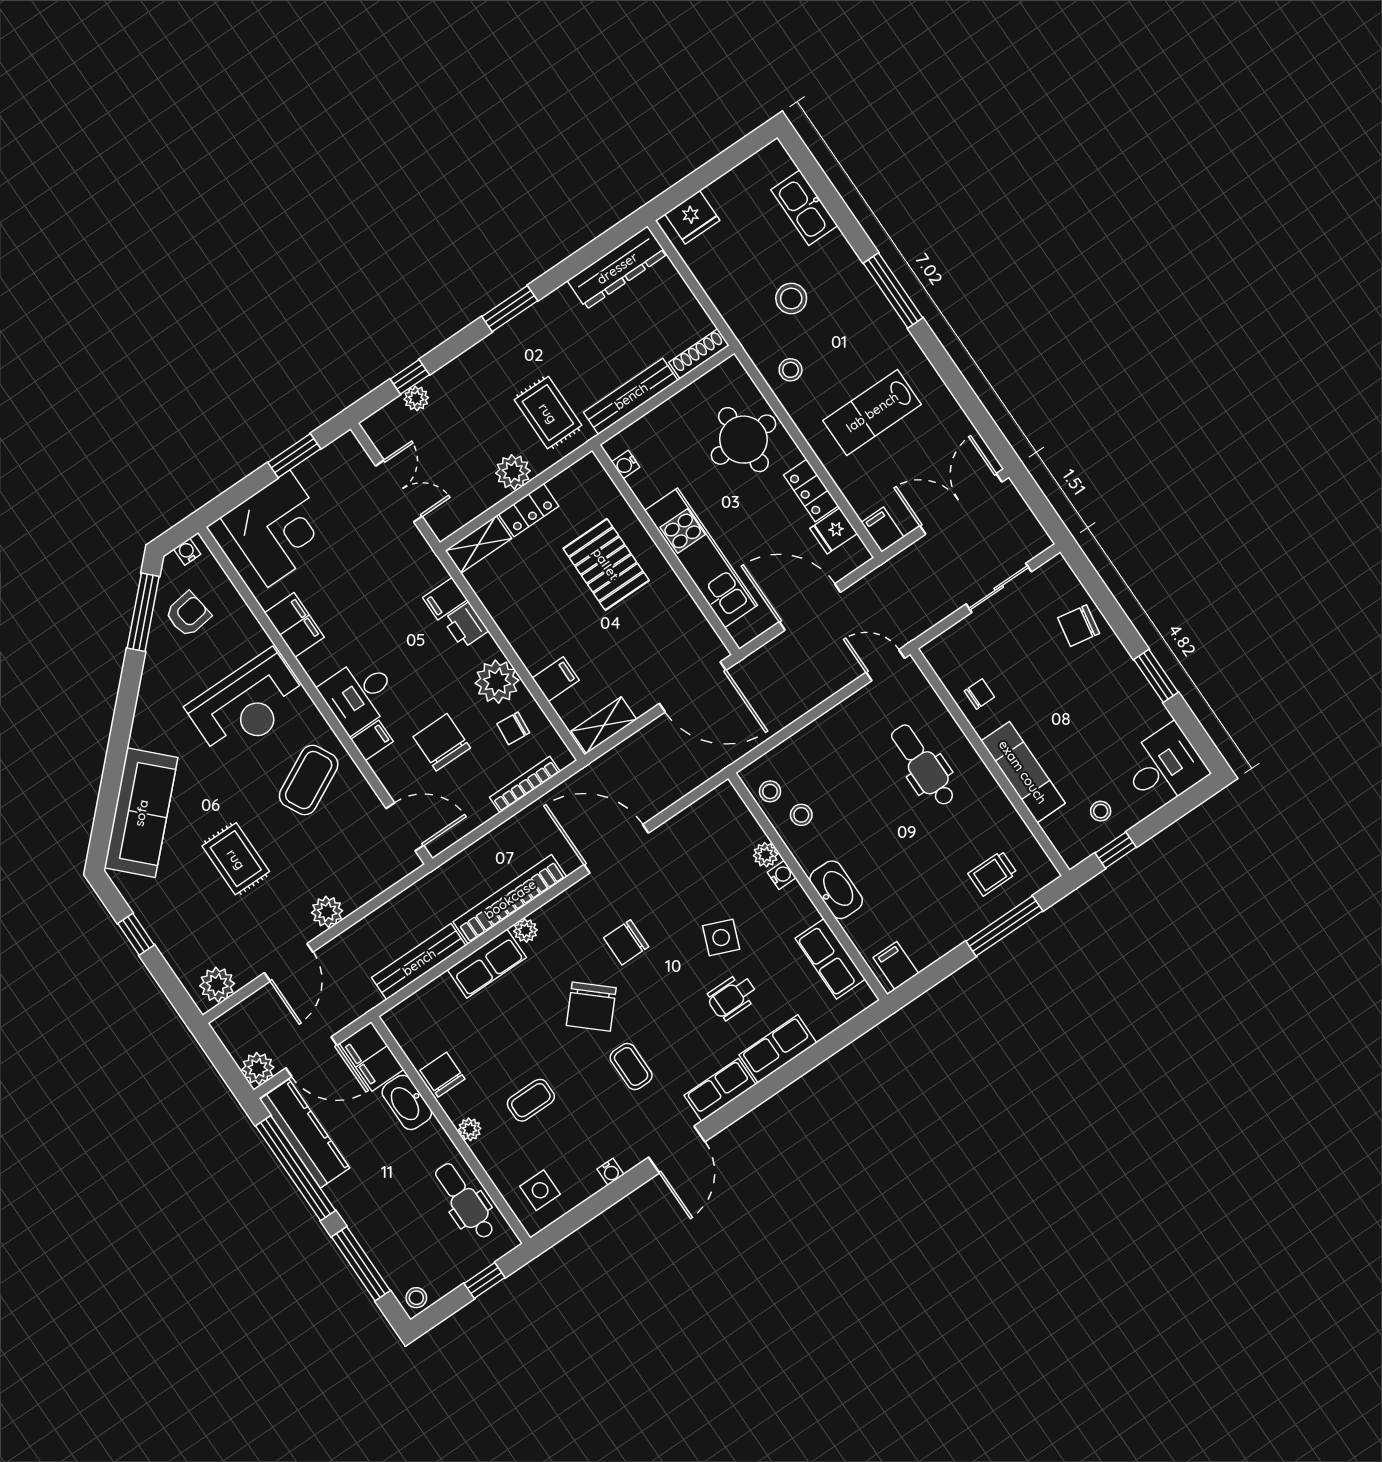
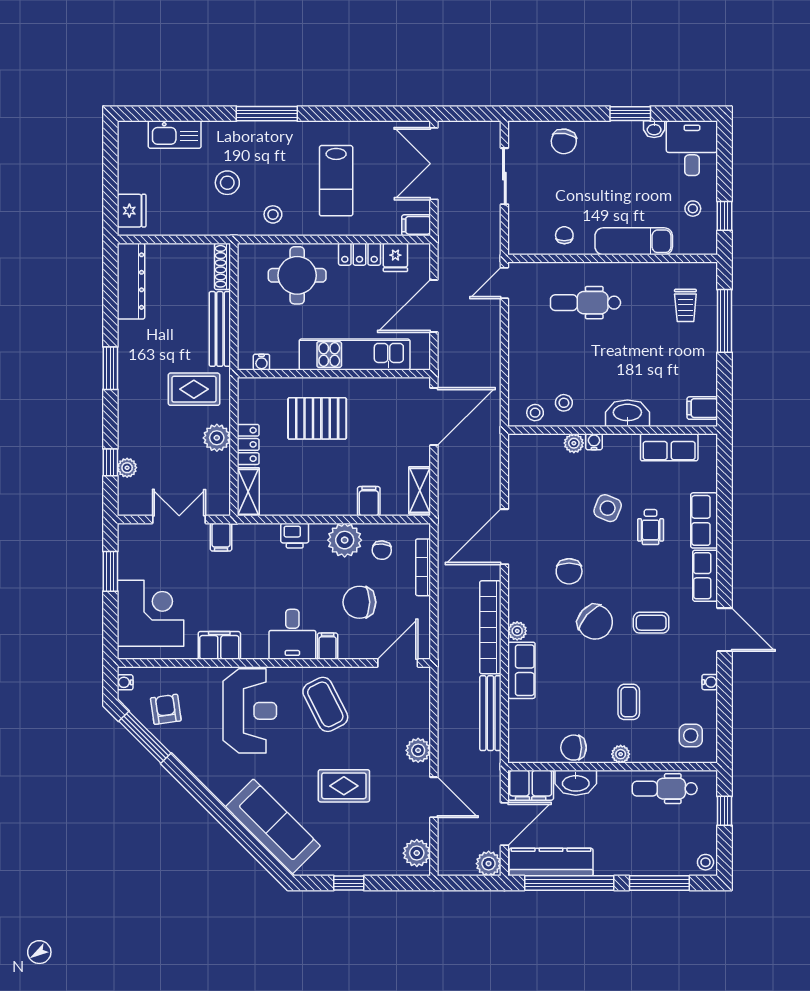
filing cabinet: (445, 599) -> (221, 537), moved
washbasin: (1157, 713) -> (654, 129), added

